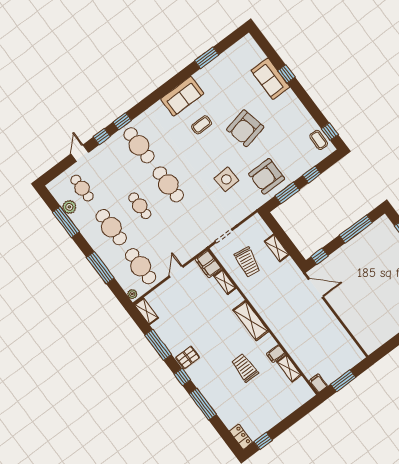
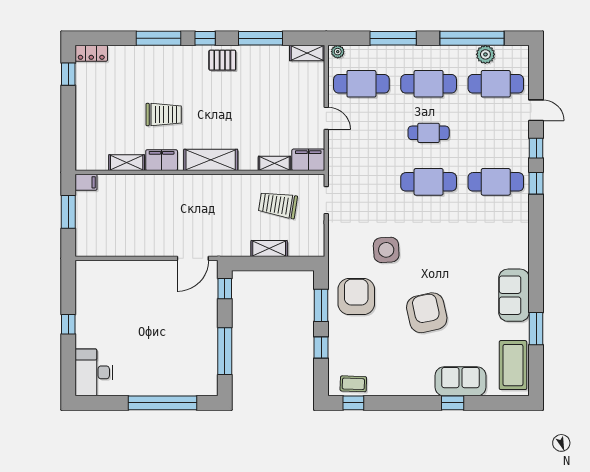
sofa: (182, 96) -> (514, 295), moved
coffee table: (202, 125) -> (513, 365), moved, width x1.86, depth x1.72
cafe table: (82, 188) -> (496, 84), width x1.37, depth x1.35
window: (66, 222) -> (472, 38), width x1.46
filing cabinet: (276, 354) -> (162, 160), width x2.00
pallet: (188, 357) -> (222, 60), turned 90

